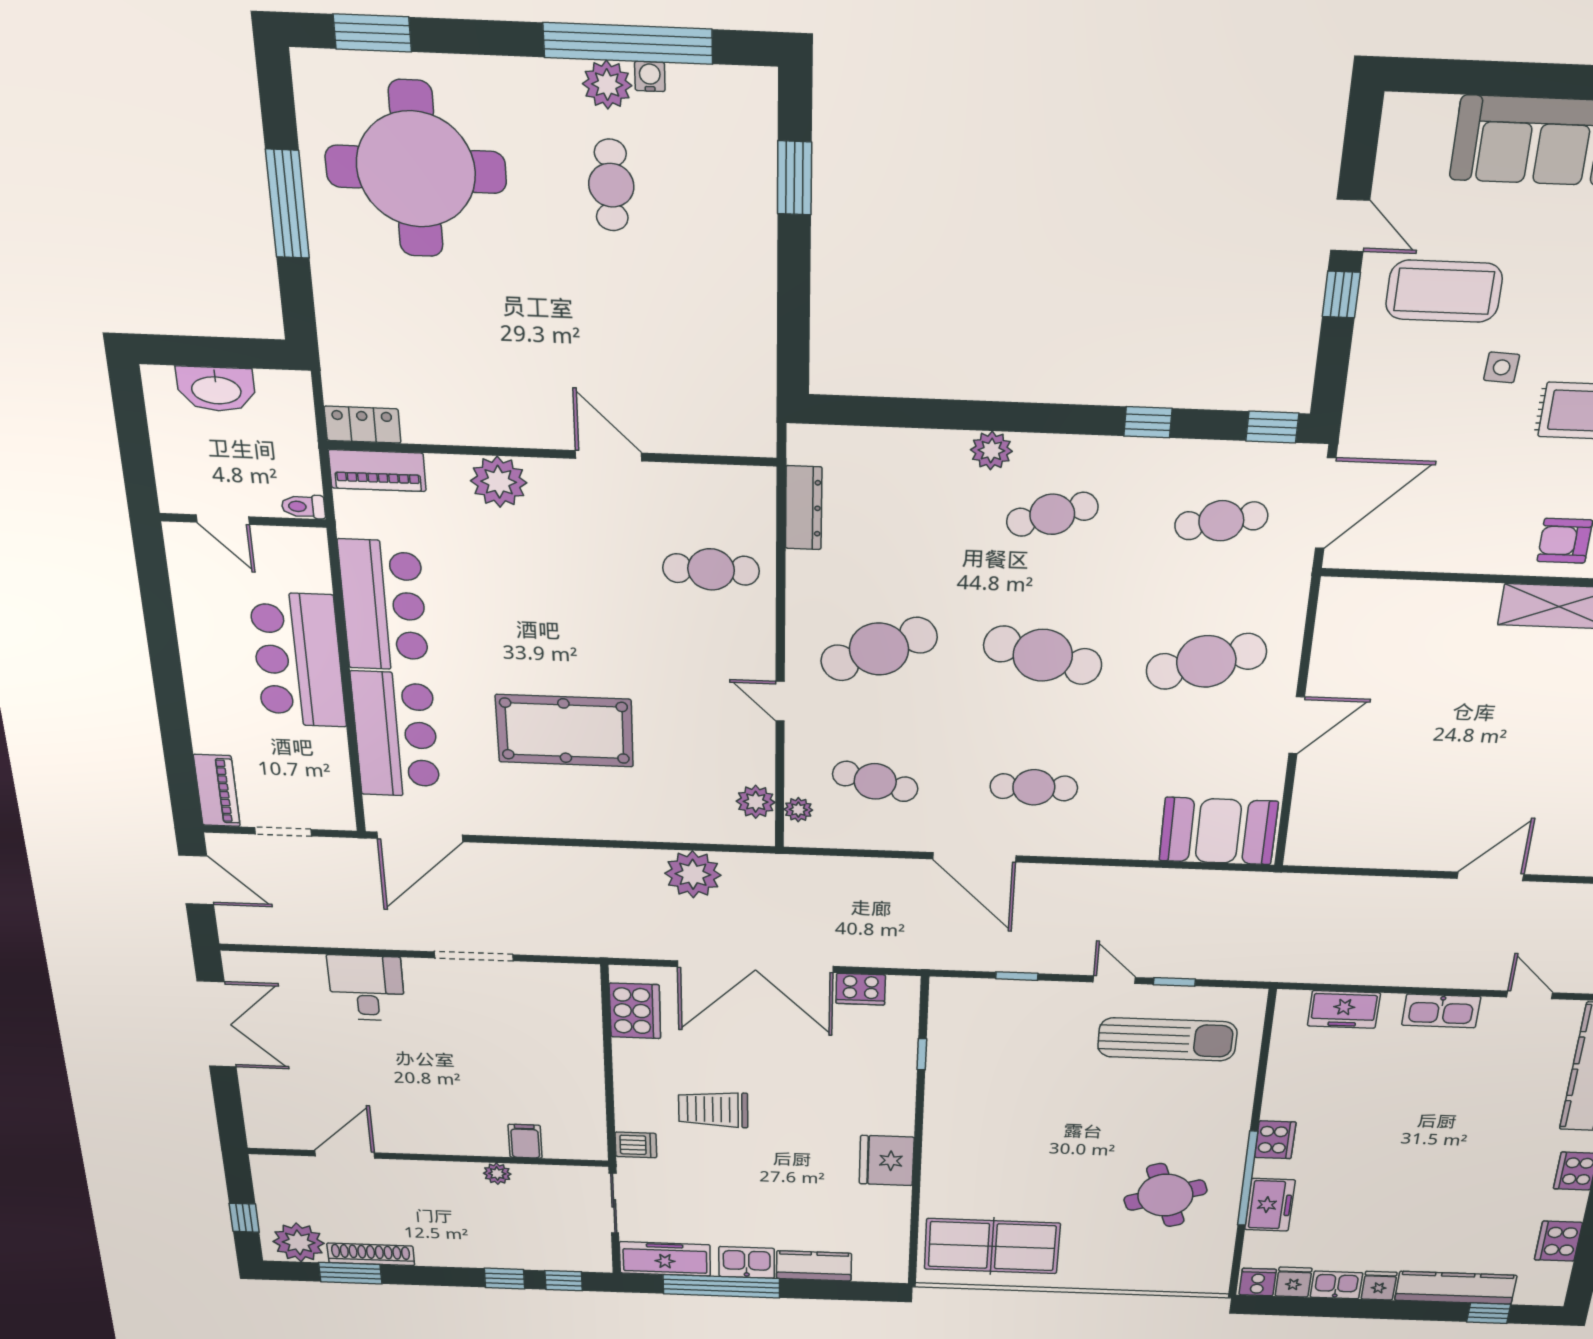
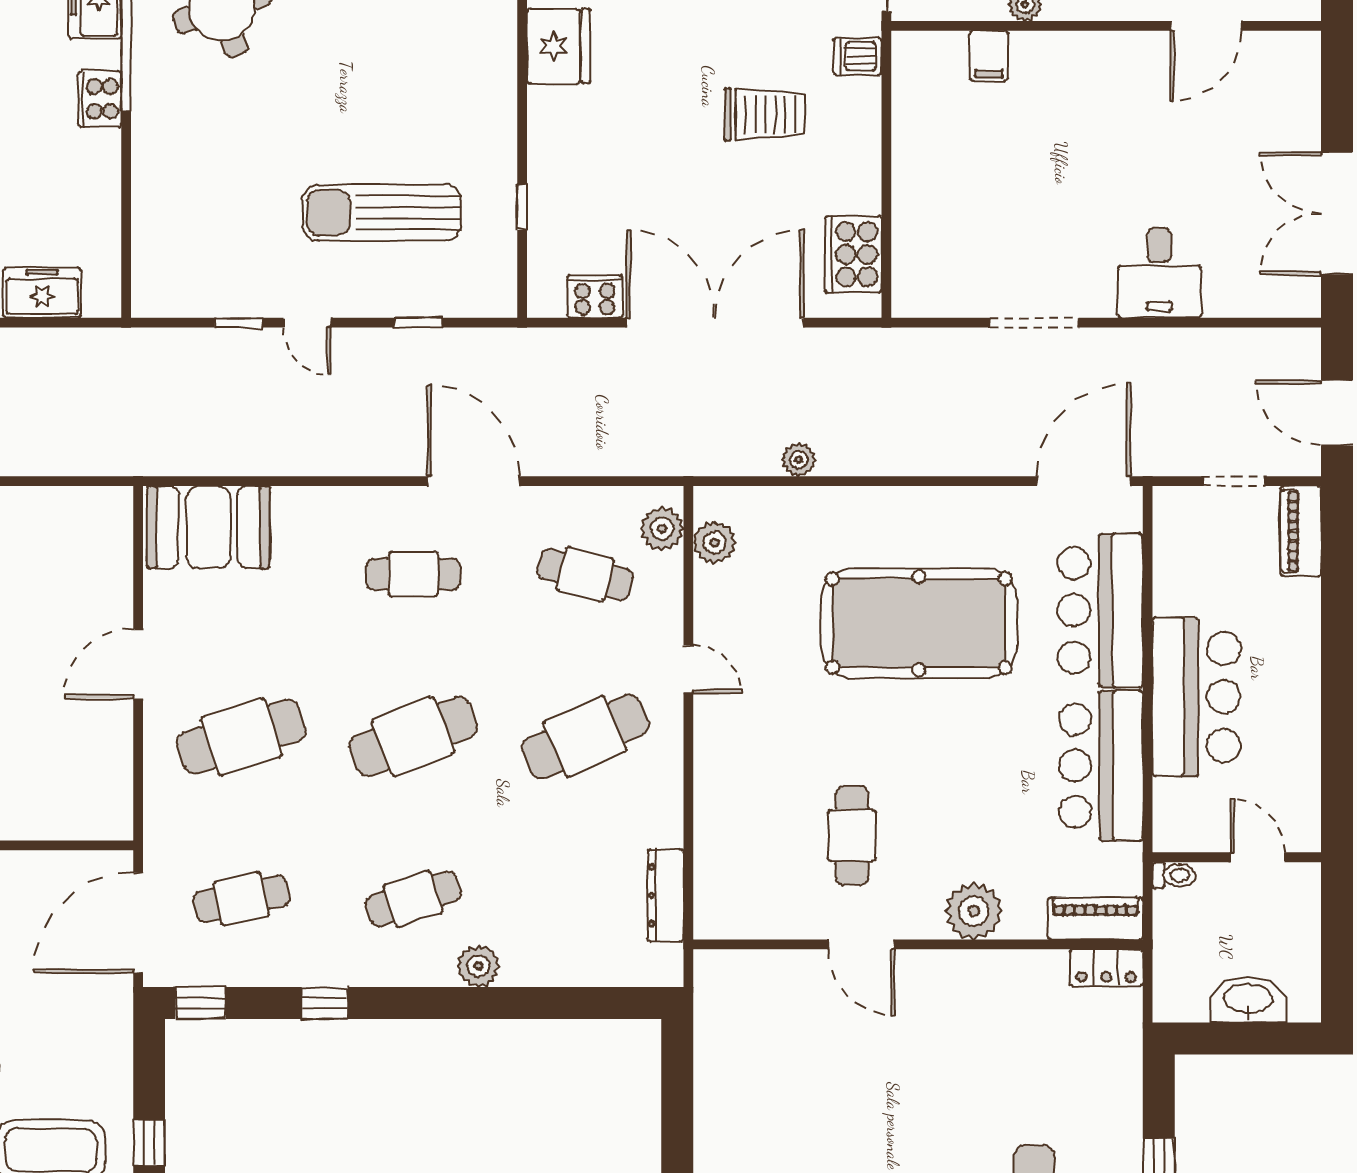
cafe table: (711, 569) -> (852, 835), moved, turned 90
cafe table: (1043, 655) -> (413, 736), turned -36
pool table: (565, 731) -> (919, 623), width x1.36, depth x1.32
plant: (798, 810) -> (662, 529), width x1.38, depth x1.38
plant: (693, 874) -> (799, 460), width x0.53, depth x0.53
sun lounger: (1167, 1039) -> (382, 213), moved

